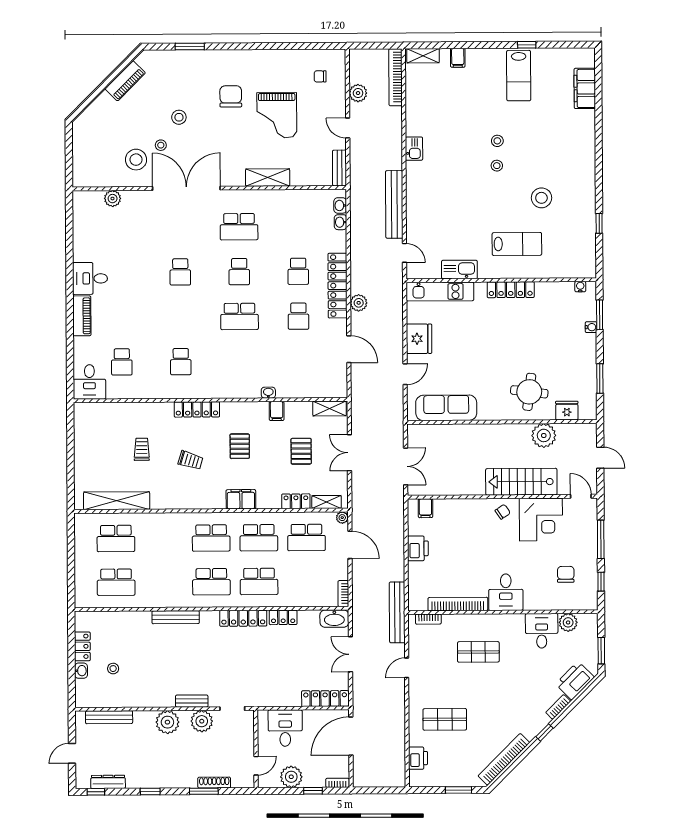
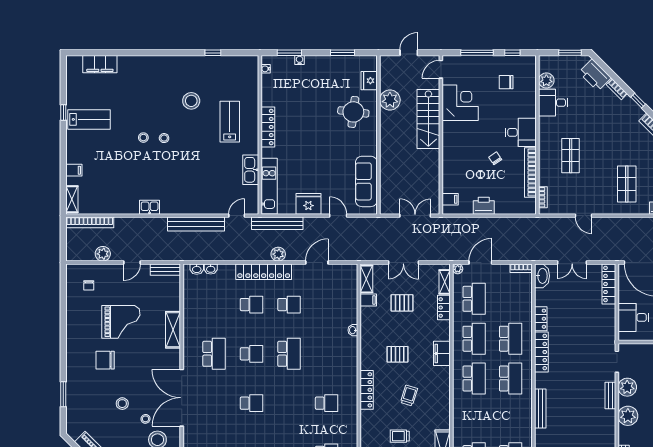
filing cabinet: (277, 411) -> (368, 300), moved
chair: (503, 512) -> (495, 158), moved
bench: (397, 612) -> (277, 223), moved

